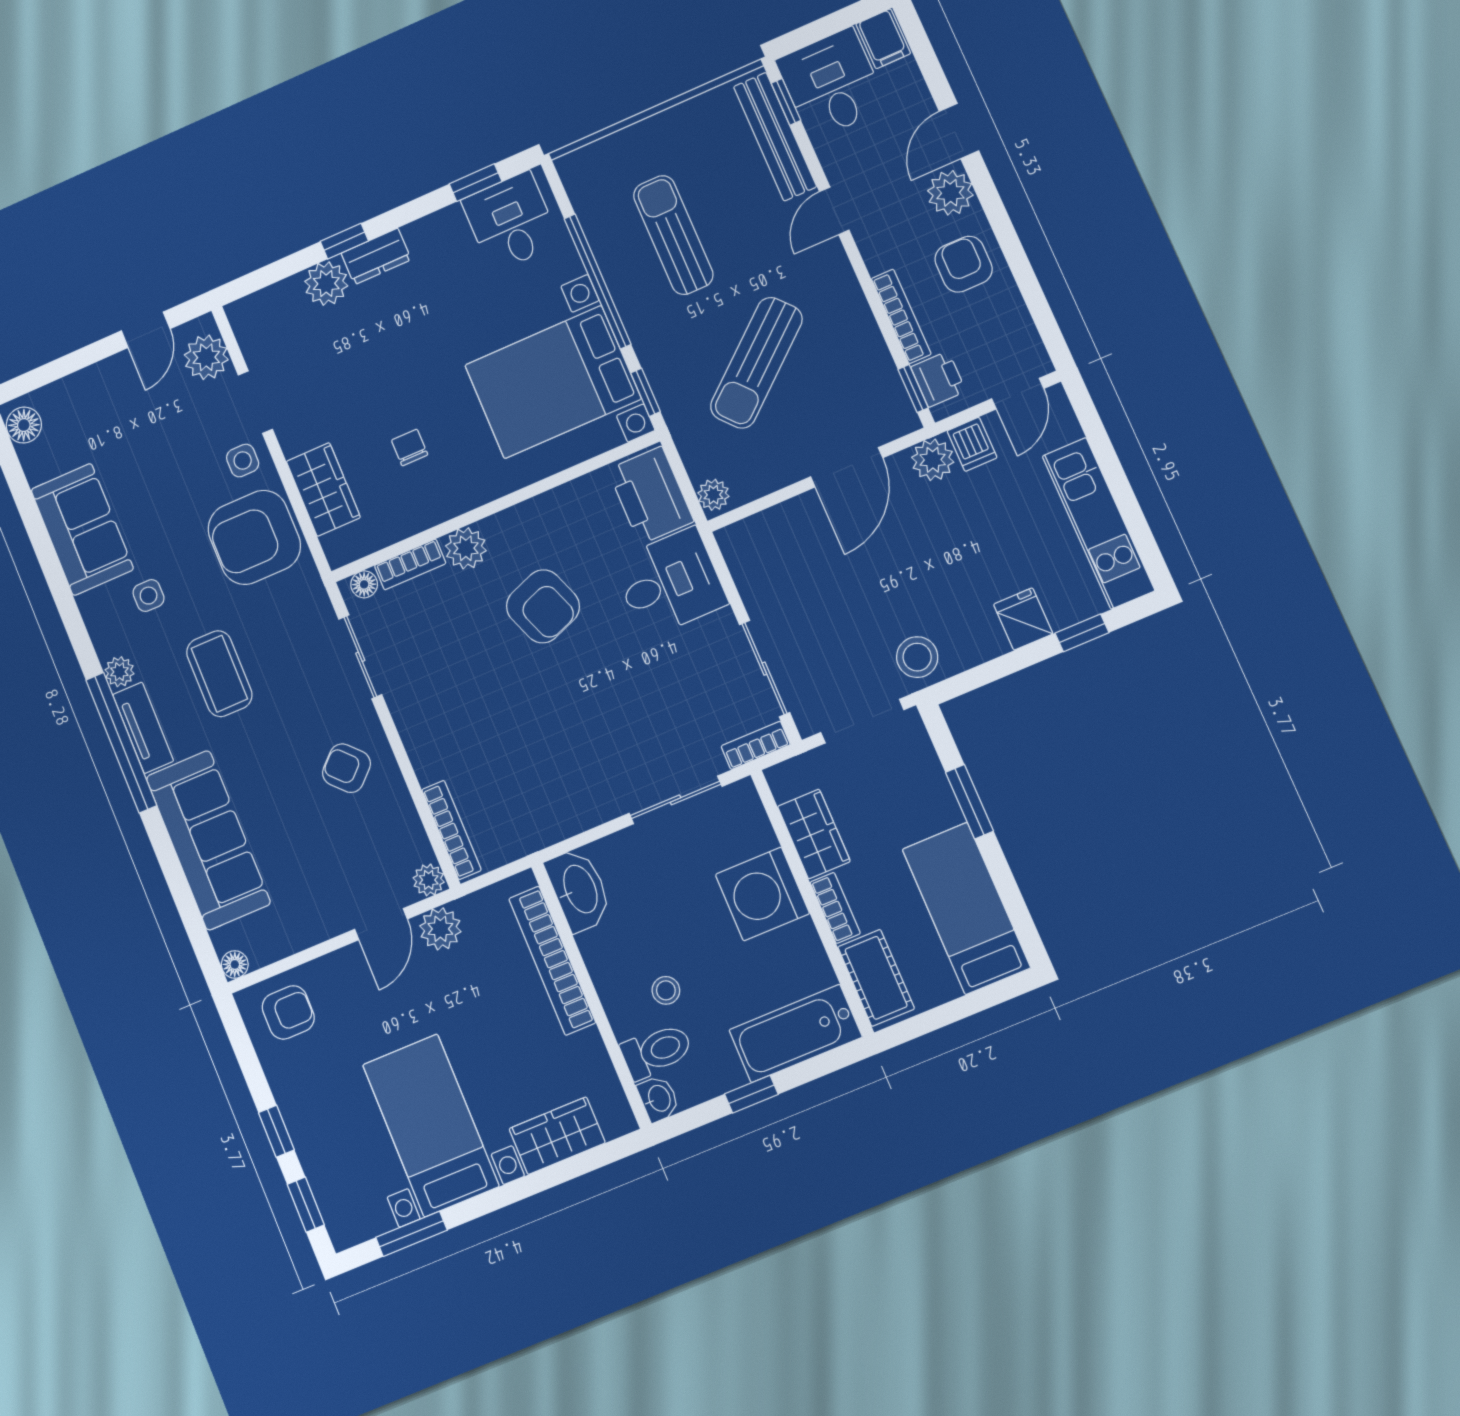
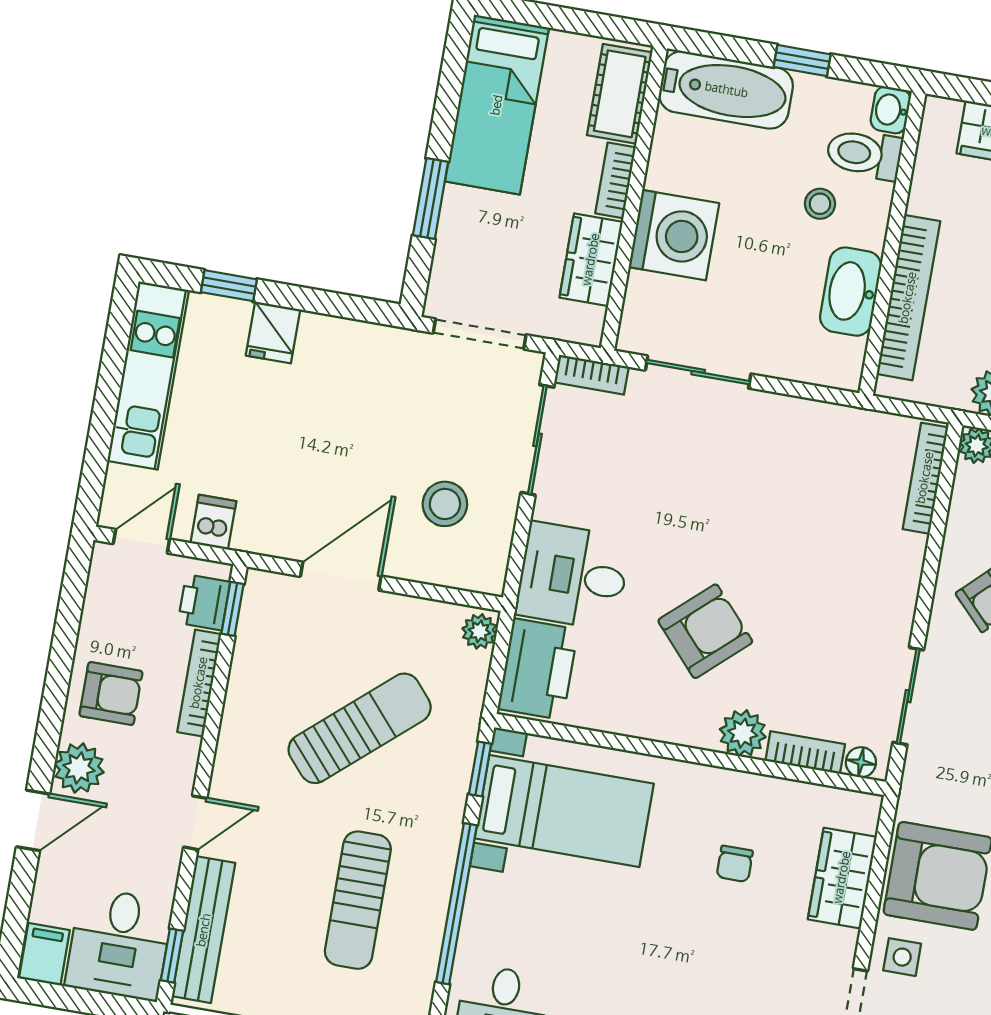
armchair: (964, 264) -> (111, 694), turned -90
bed with nightstands: (553, 382) -> (564, 811), width x0.73
plant: (933, 460) -> (258, 531), removed
armchair: (543, 606) -> (705, 631), turned 69
stool: (917, 657) -> (445, 504), moved
washbasin: (579, 890) -> (851, 292), moved

